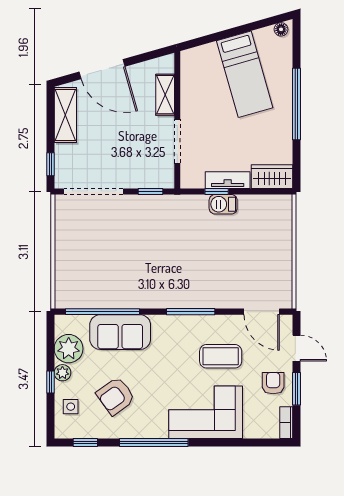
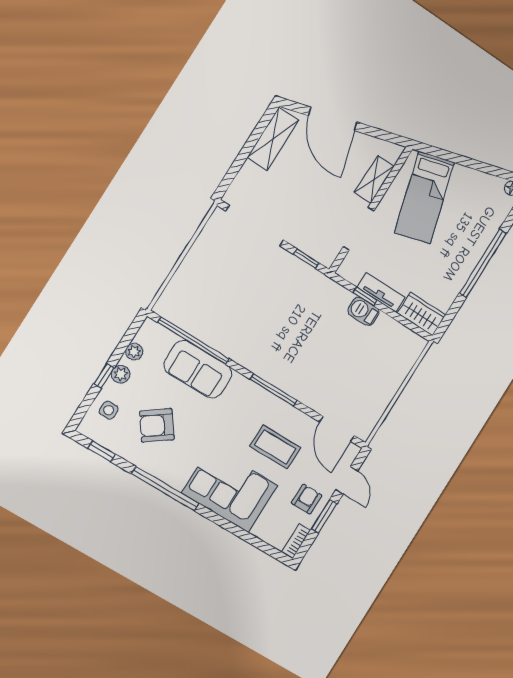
bed: (245, 74) -> (424, 197), moved
window: (50, 164) -> (231, 175), removed
plant: (69, 349) -> (134, 352), width x0.53, depth x0.53

